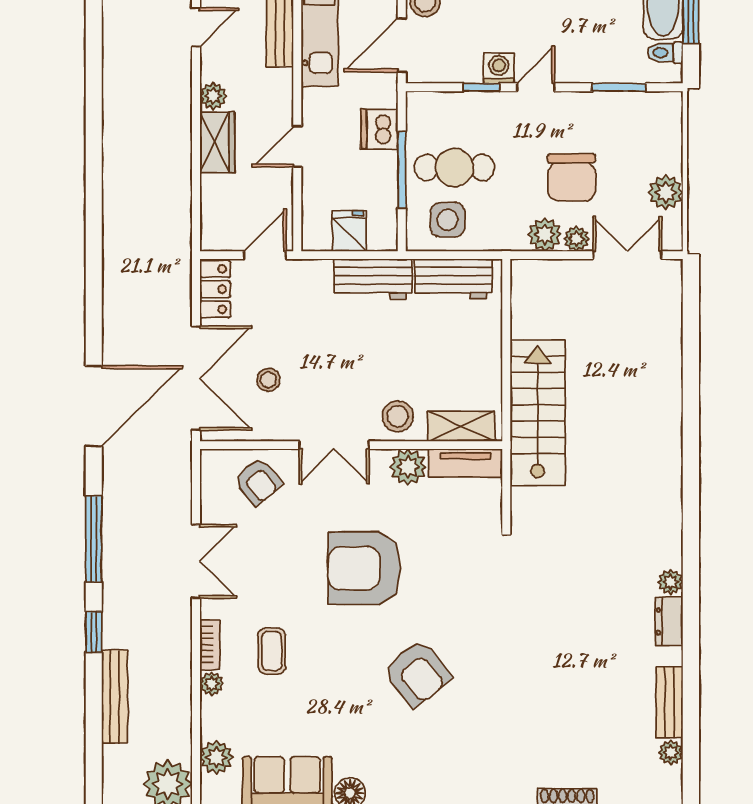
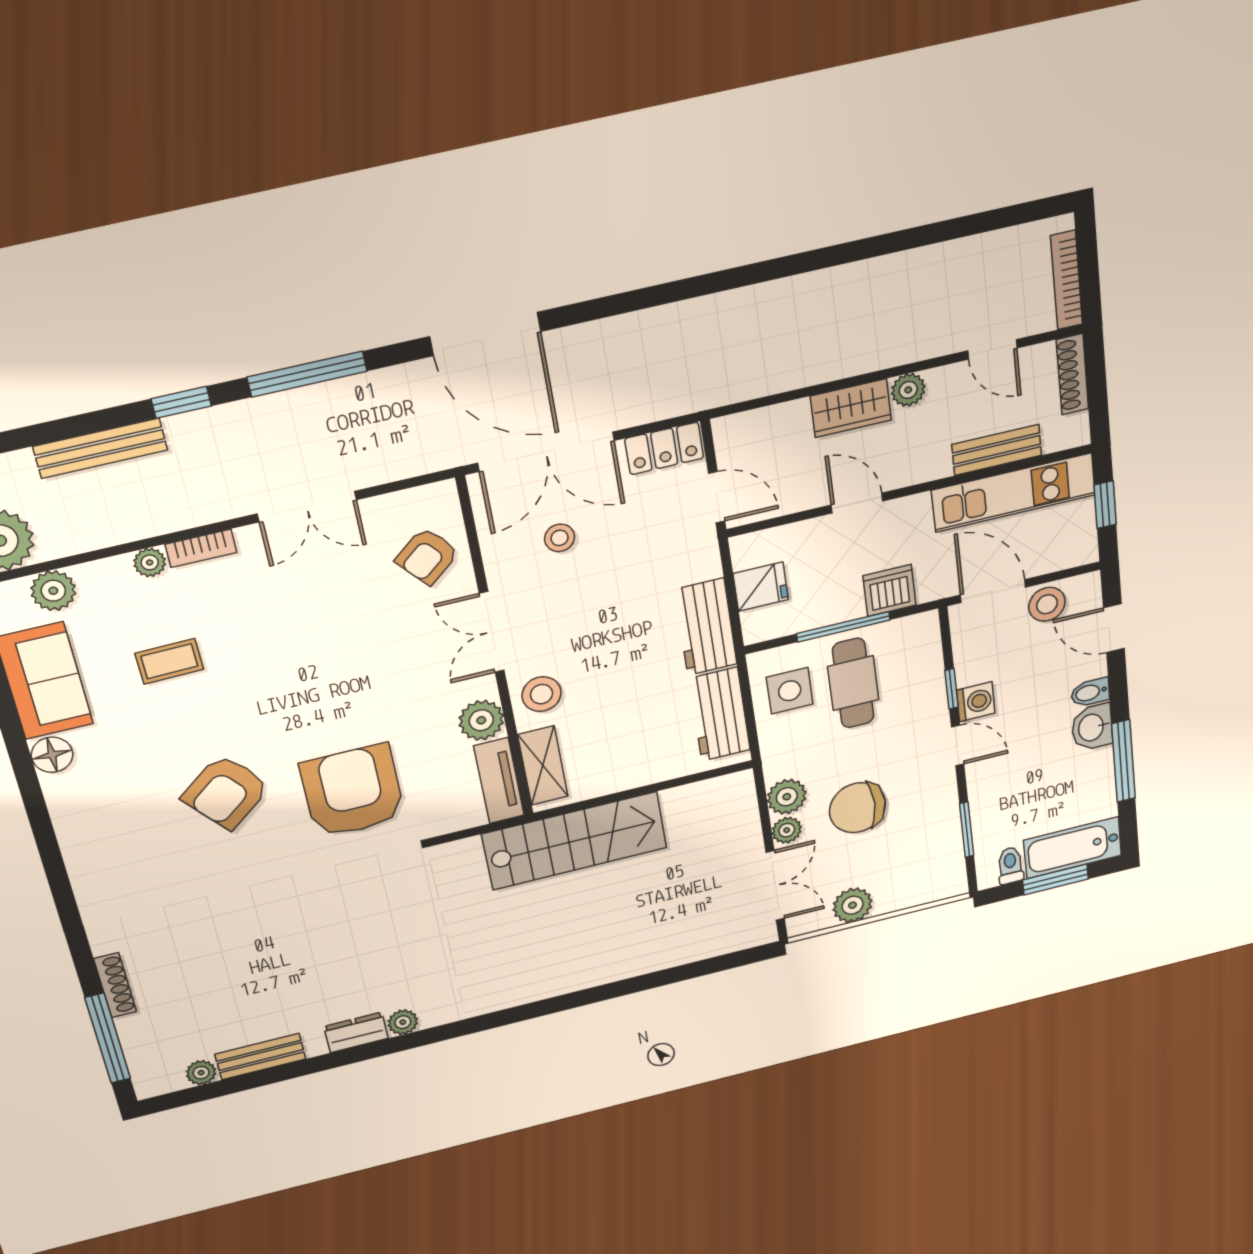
armchair: (364, 568) -> (353, 791), moved
coffee table: (272, 651) -> (169, 661), moved

